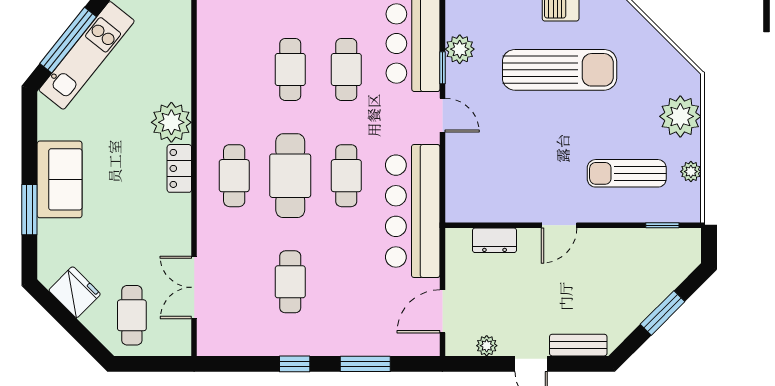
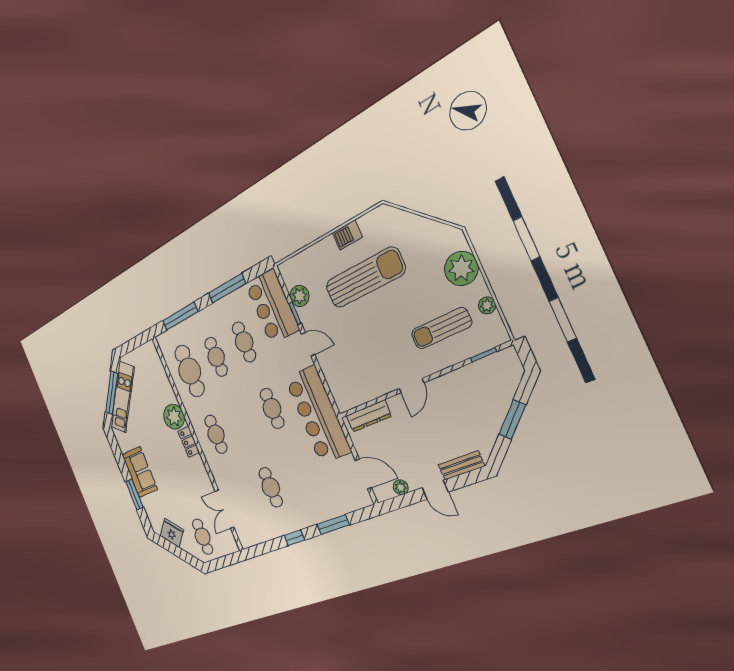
cafe table: (290, 176) -> (190, 371), moved
dresser: (495, 240) -> (369, 416), width x1.44
door: (442, 311) -> (363, 474), swing flipped

